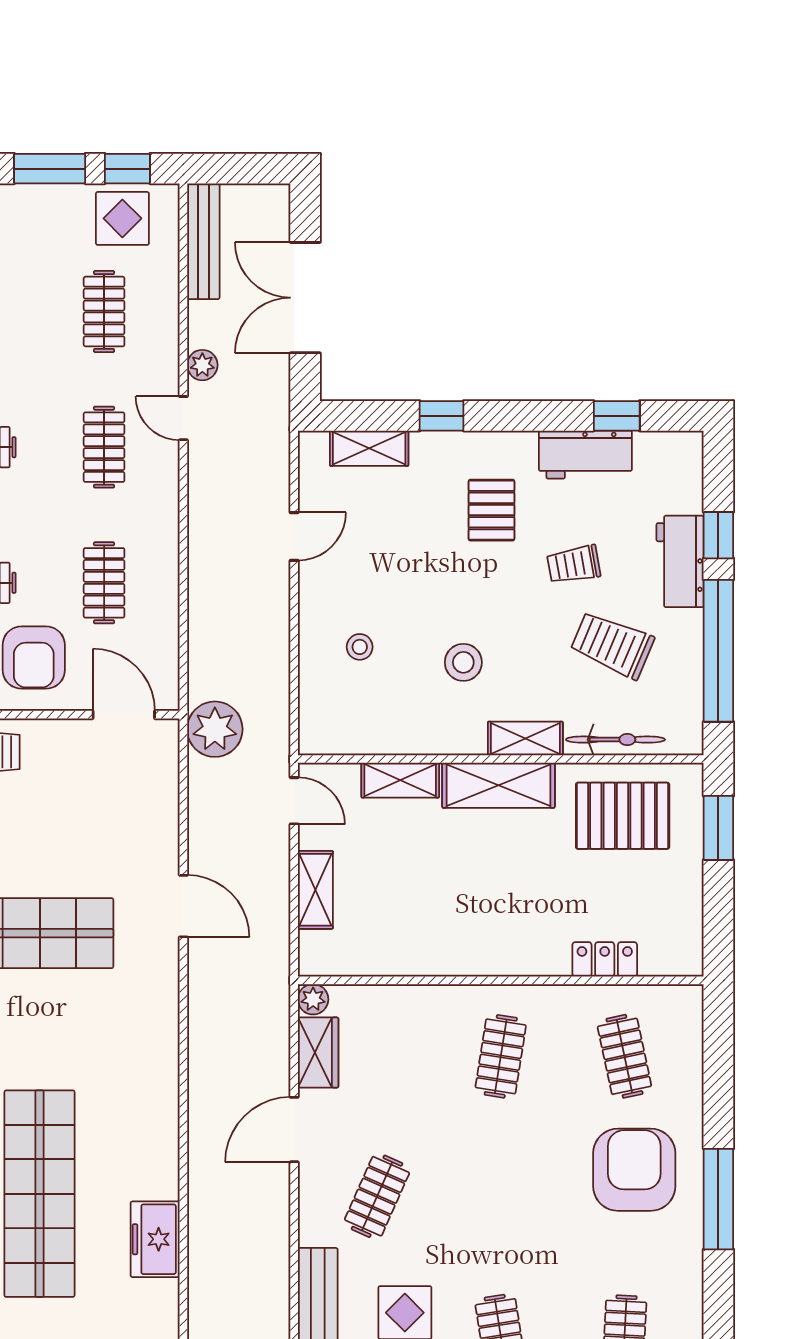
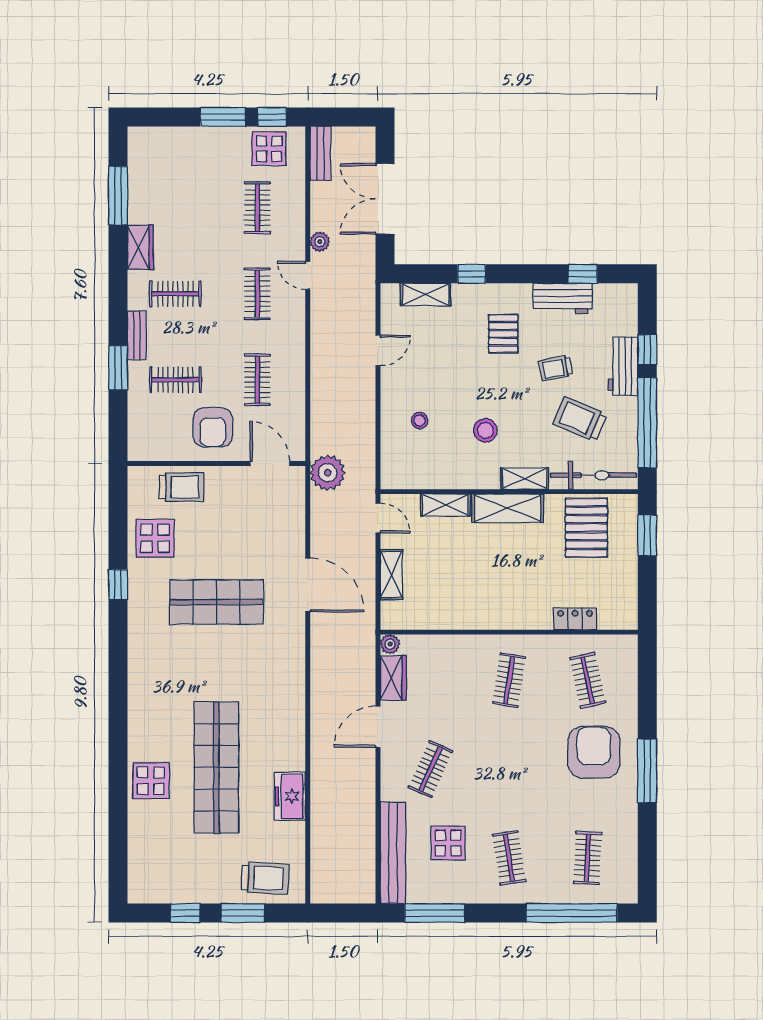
bench: (203, 241) -> (320, 153), width x0.73
bicycle: (615, 740) -> (593, 475), width x1.37, depth x1.40
pallet: (623, 816) -> (586, 528), turned 90
door: (183, 906) -> (308, 585), width x1.36

